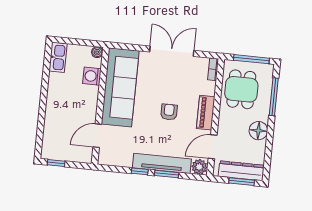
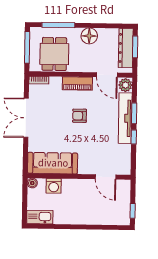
sofa: (120, 87) -> (53, 163), width x0.74, depth x0.79
dining table: (241, 89) -> (54, 54), turned 90

